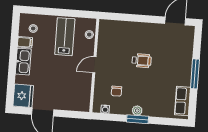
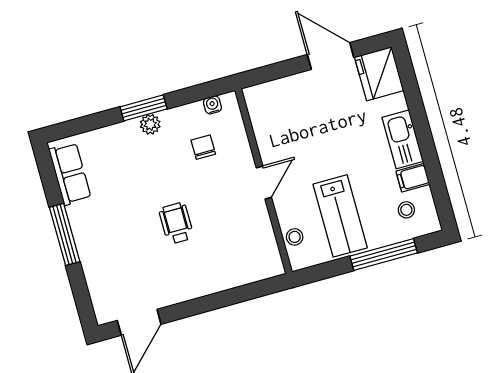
window: (51, 12) -> (384, 255), added
wheelchair: (142, 61) -> (176, 223), turned 90

